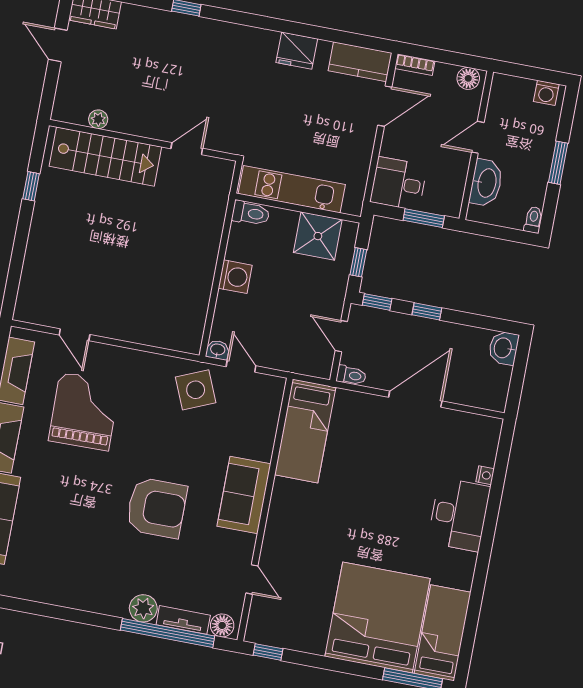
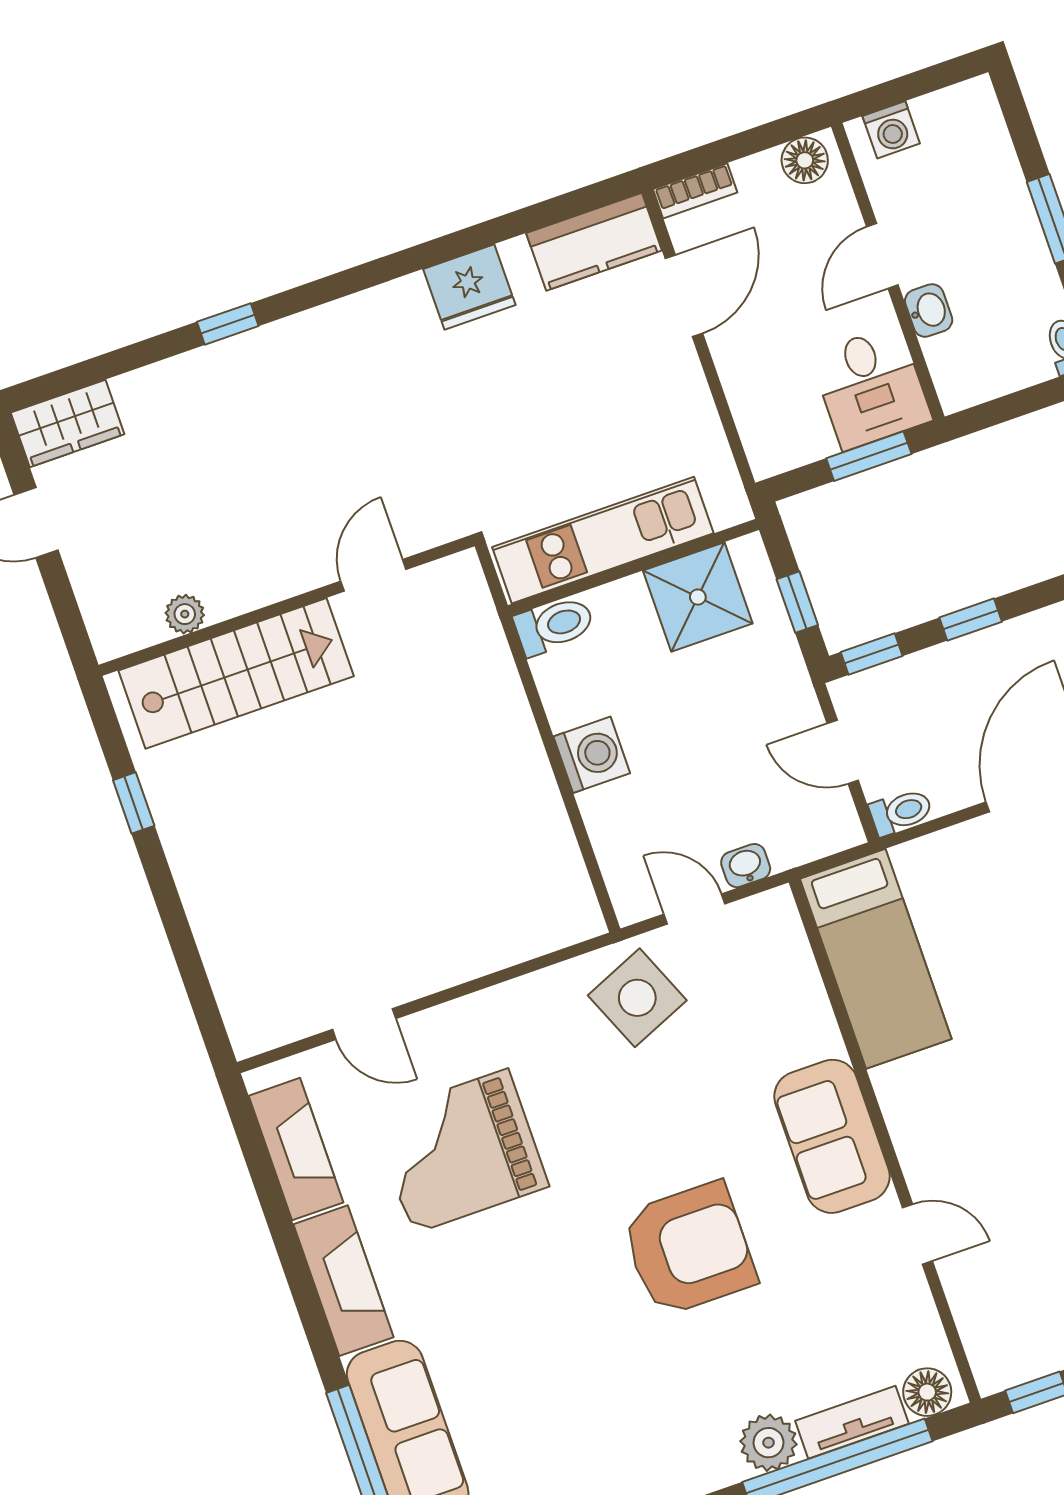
washing machine: (546, 93) -> (891, 130), moved
washbasin: (486, 183) -> (929, 310), width x0.52, depth x0.69
desk: (399, 184) -> (871, 387), moved, turned -90
washbasin: (218, 350) -> (746, 866), moved
grand piano: (84, 411) -> (460, 1151), turned -89
door: (252, 579) -> (917, 1234), moved

